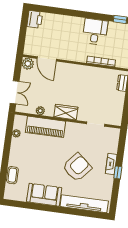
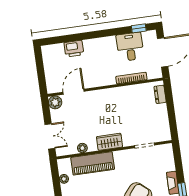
printer: (35, 19) -> (74, 49), moved, turned 90
desk: (95, 32) -> (130, 47), moved
door: (47, 59) -> (74, 92), swing flipped

